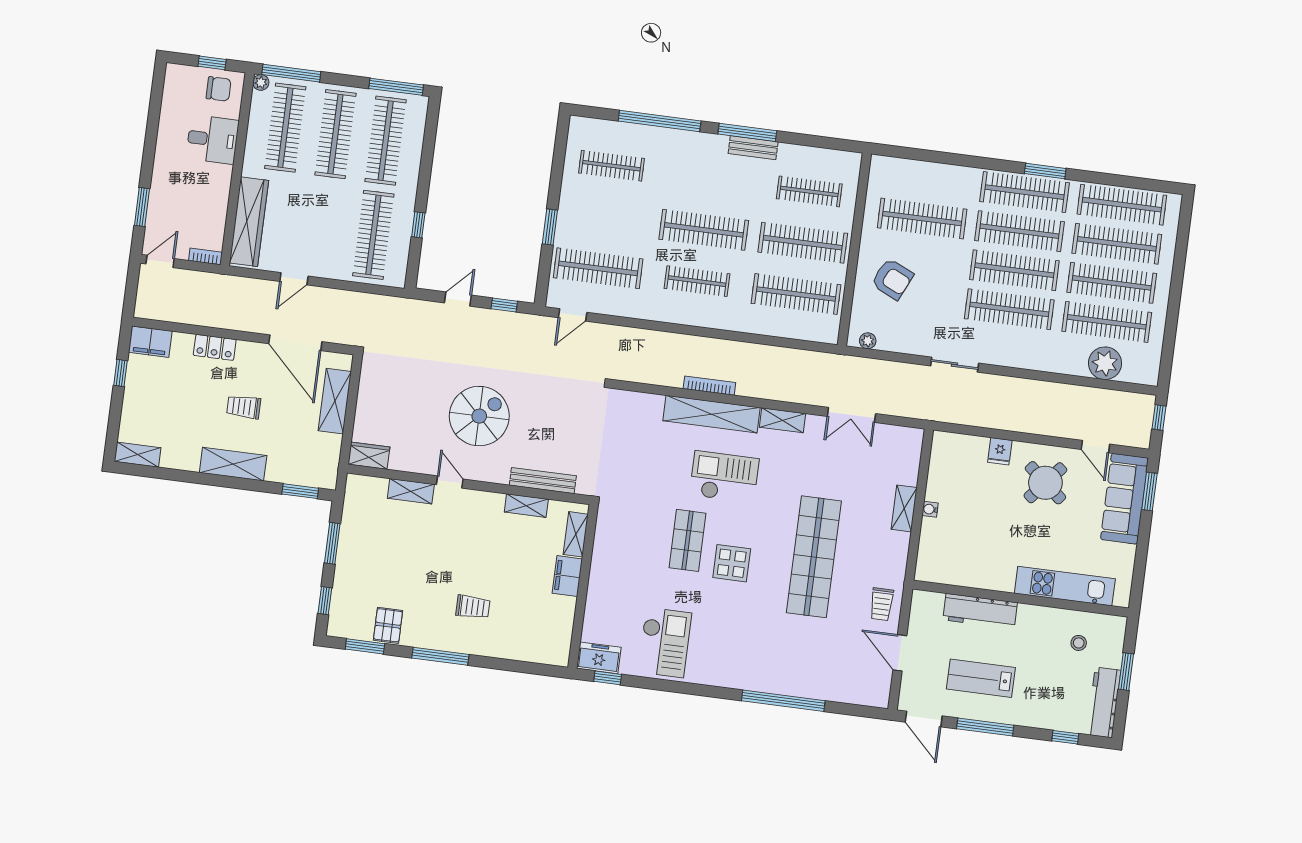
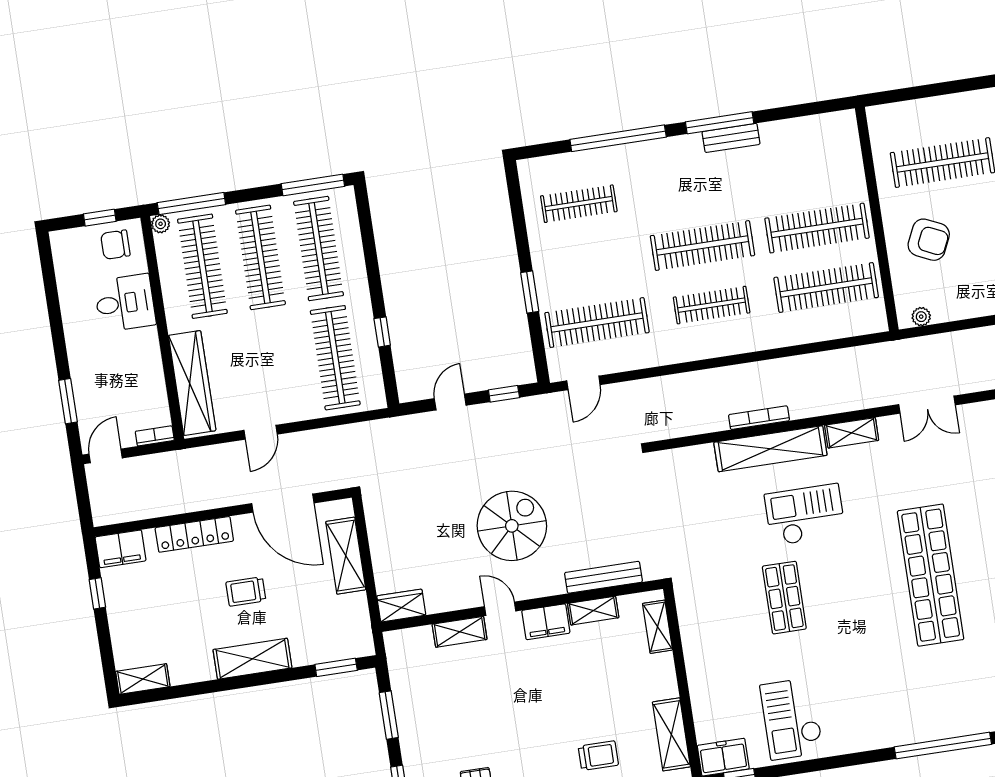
chair: (219, 89) -> (115, 245), turned 180
clothes rail: (809, 191) -> (808, 169), removed
locker: (215, 347) -> (194, 534), width x1.53
display table: (732, 563) -> (841, 609), removed
filing cabinet: (567, 576) -> (546, 622), moved, turned -90
trolley: (473, 607) -> (598, 756), moved
shelving: (561, 627) -> (671, 734), added
checkout: (665, 642) -> (792, 719), turned 180

